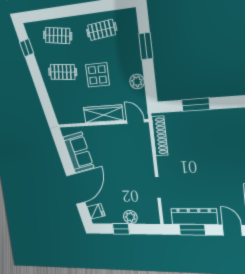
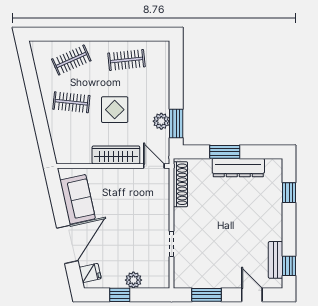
clothes rail: (58, 36) -> (71, 60), turned -33
window: (146, 46) -> (176, 123), moved
window: (27, 48) -> (29, 69), removed
dresser: (194, 217) -> (238, 168), moved, turned 180

